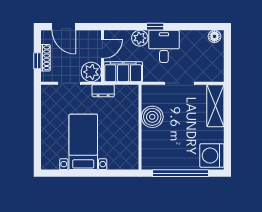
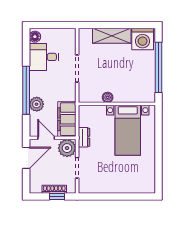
door: (64, 27) -> (26, 158), moved
window: (155, 27) -> (26, 90), width x3.17
desk: (164, 46) -> (44, 57), moved
shelving: (215, 106) -> (112, 36), moved
boiler: (152, 117) -> (108, 97), width x0.54, depth x0.54
bed with nightstands: (83, 142) -> (128, 130), moved, turned -90

